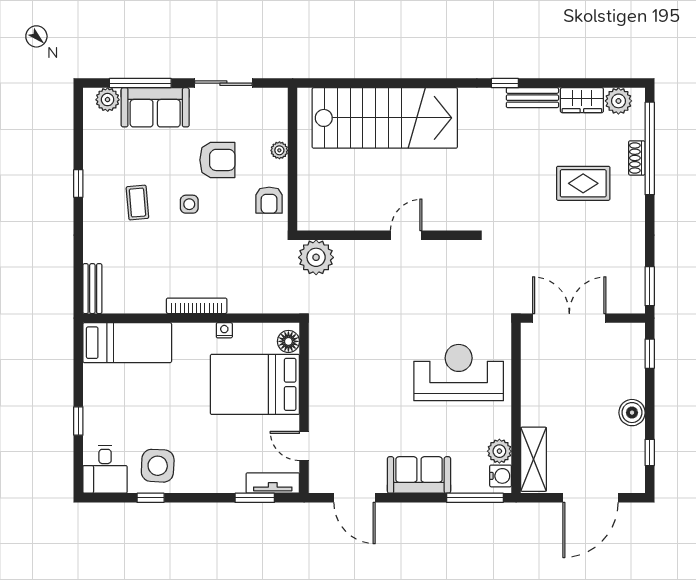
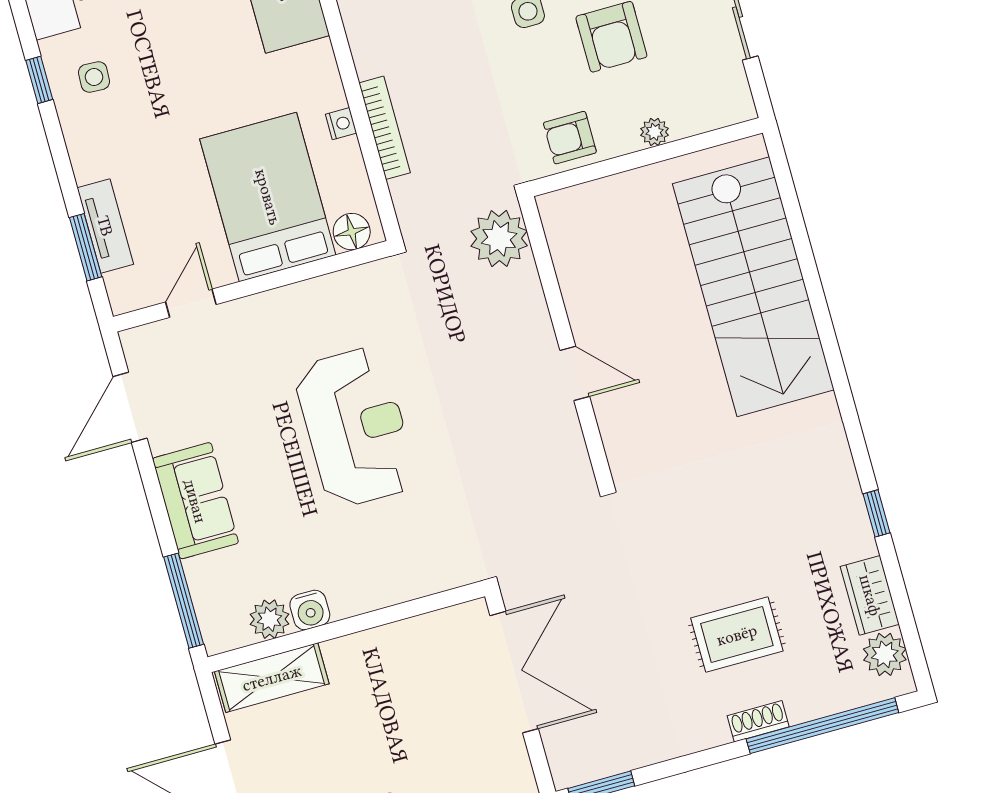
window: (505, 83) -> (877, 513), moved
bench: (532, 98) -> (852, 515), removed
shoe rack: (637, 158) -> (758, 721), moved
rug: (583, 183) -> (737, 635), turned 90
bookcase: (197, 306) -> (385, 128), moved
reception desk: (459, 373) -> (356, 427), moved
side table: (158, 466) -> (94, 77), width x0.54, depth x0.54
water cooler: (501, 476) -> (310, 610), moved
tv unit: (273, 483) -> (105, 226), moved

